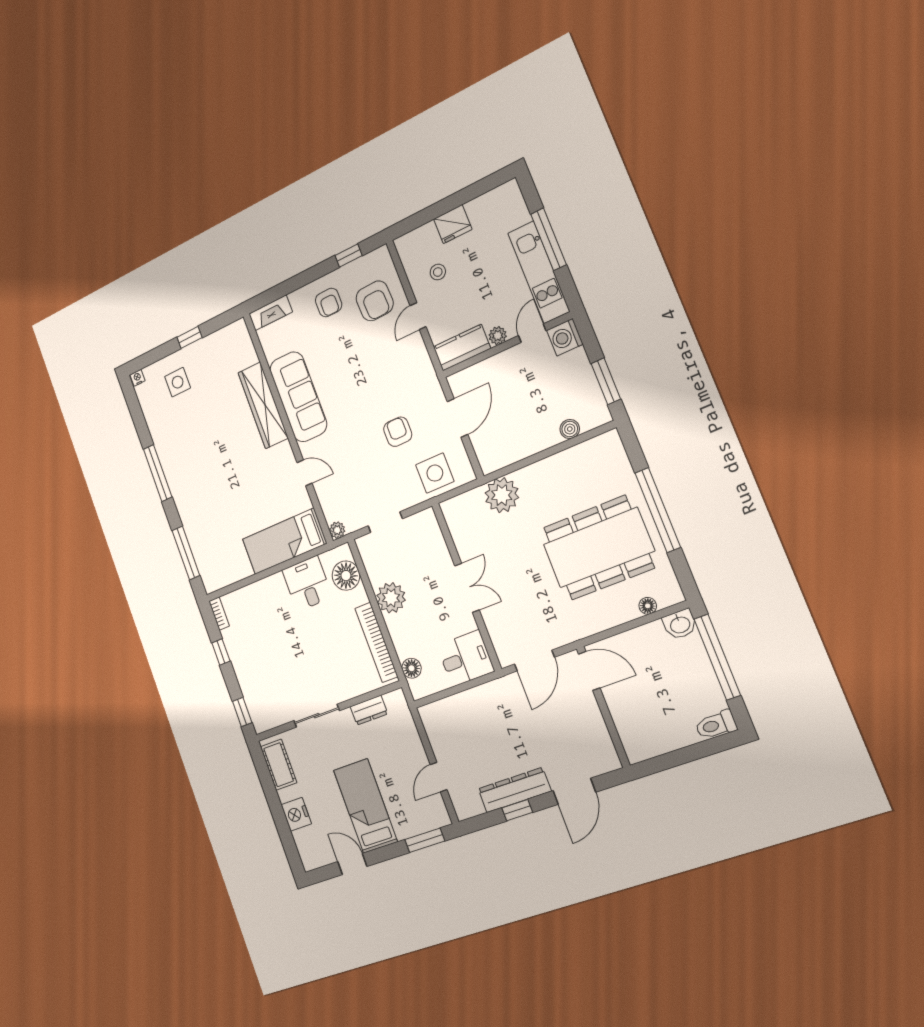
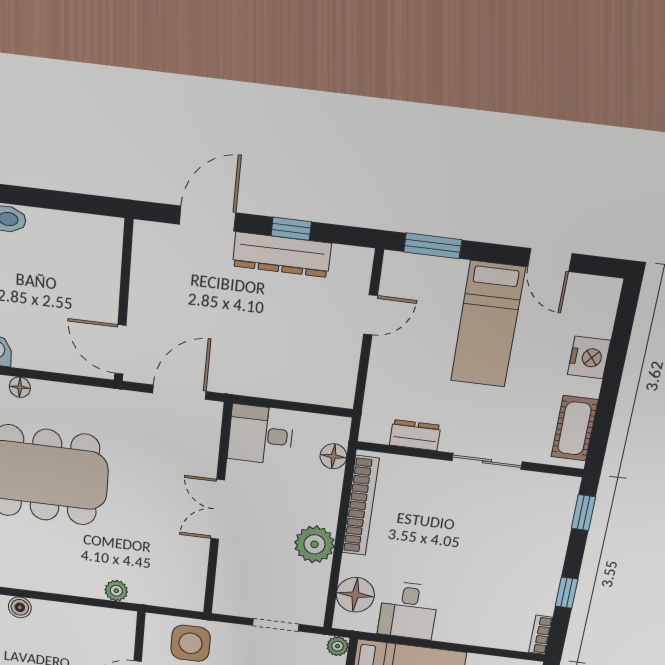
plant: (502, 495) -> (116, 591), width x0.53, depth x0.53

